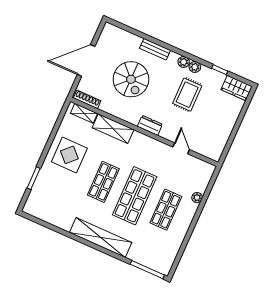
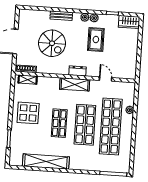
shelving: (113, 129) -> (75, 84), moved
shop shelf: (166, 210) -> (111, 127), width x2.00, depth x1.36
shelving: (101, 238) -> (46, 162), moved

